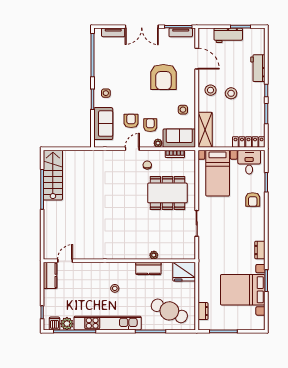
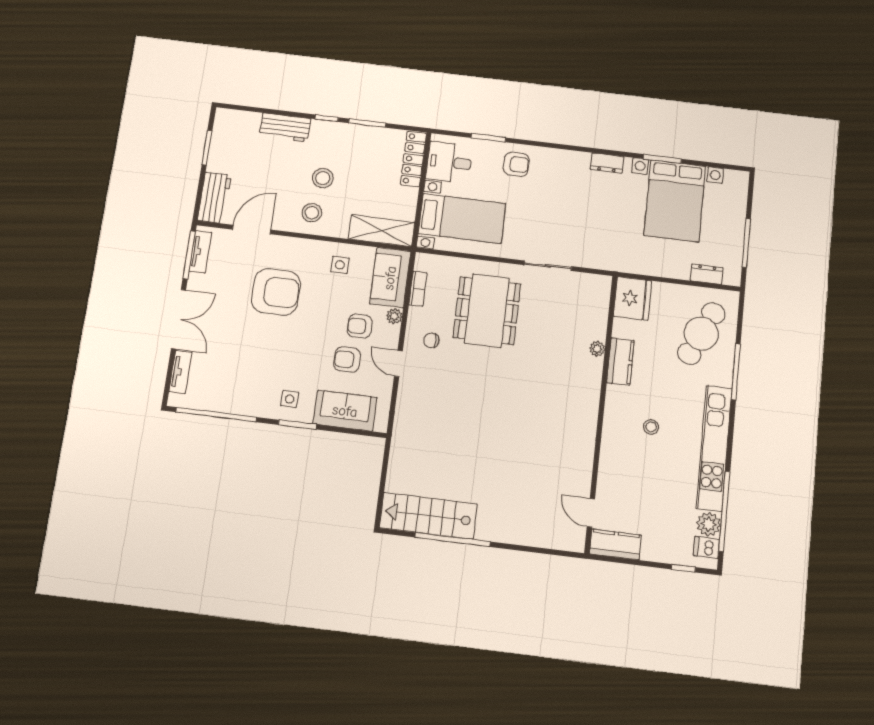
workbench: (228, 35) -> (214, 198), moved

